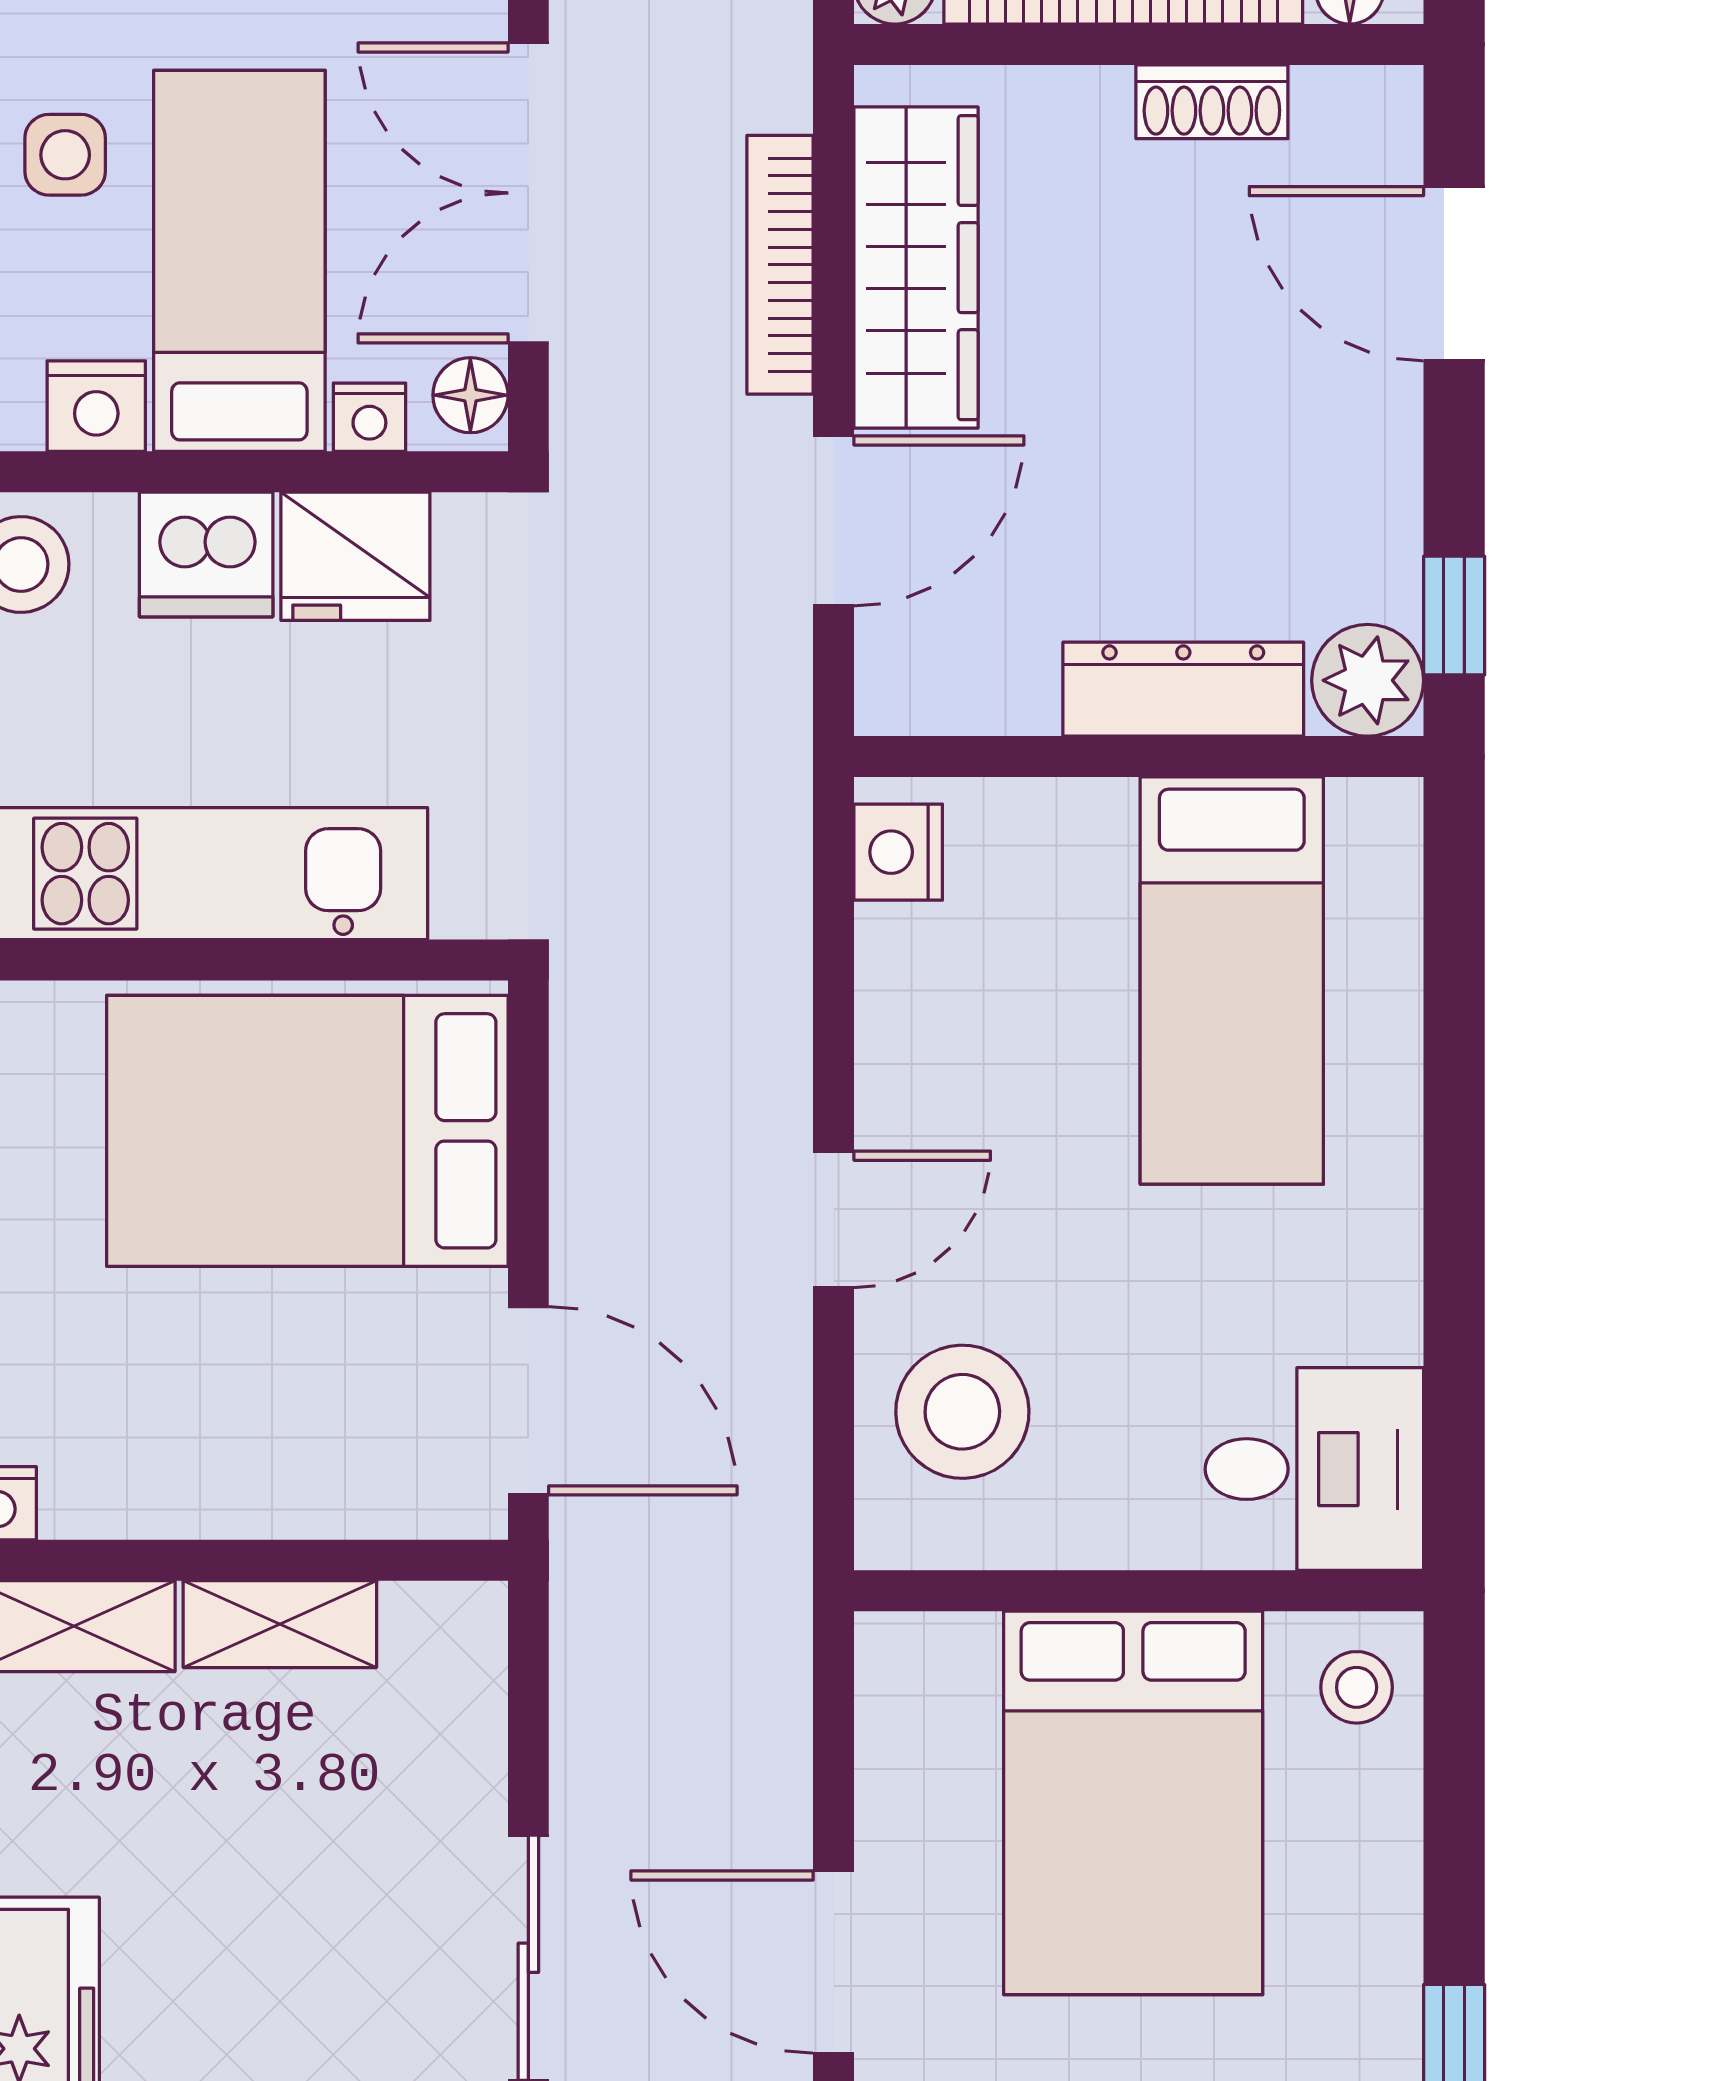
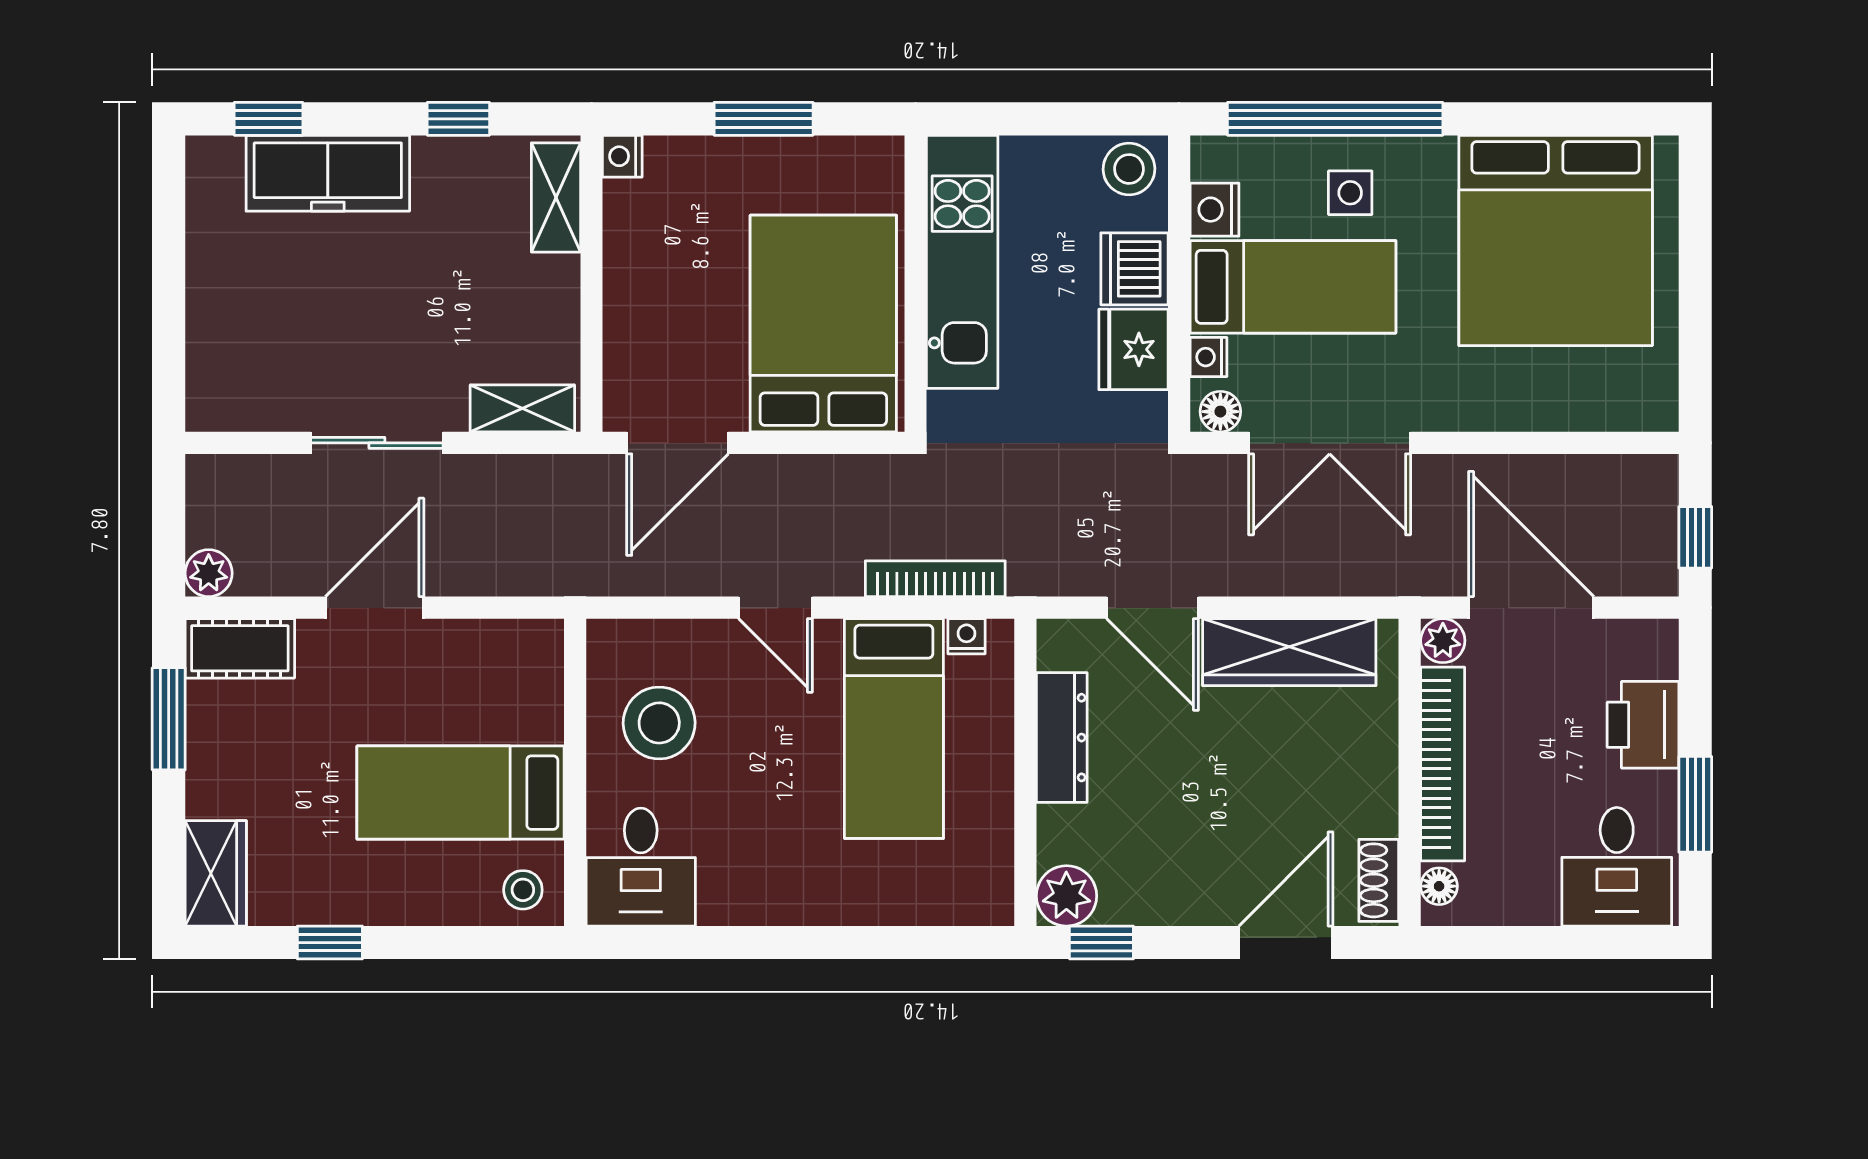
shoe rack: (1212, 102) -> (1379, 880), moved
double door: (528, 193) -> (1330, 443), swing flipped
bookcase: (780, 265) -> (935, 579), moved
dresser: (1183, 689) -> (1062, 738), moved
nightstand: (898, 852) -> (966, 636), width x0.72, depth x0.74
bed: (1232, 981) -> (894, 728), moved, turned -90
stool: (962, 1412) -> (659, 723), moved
shelving: (280, 1624) -> (522, 408), moved, turned 90
bed: (1133, 1803) -> (461, 793), width x0.67

